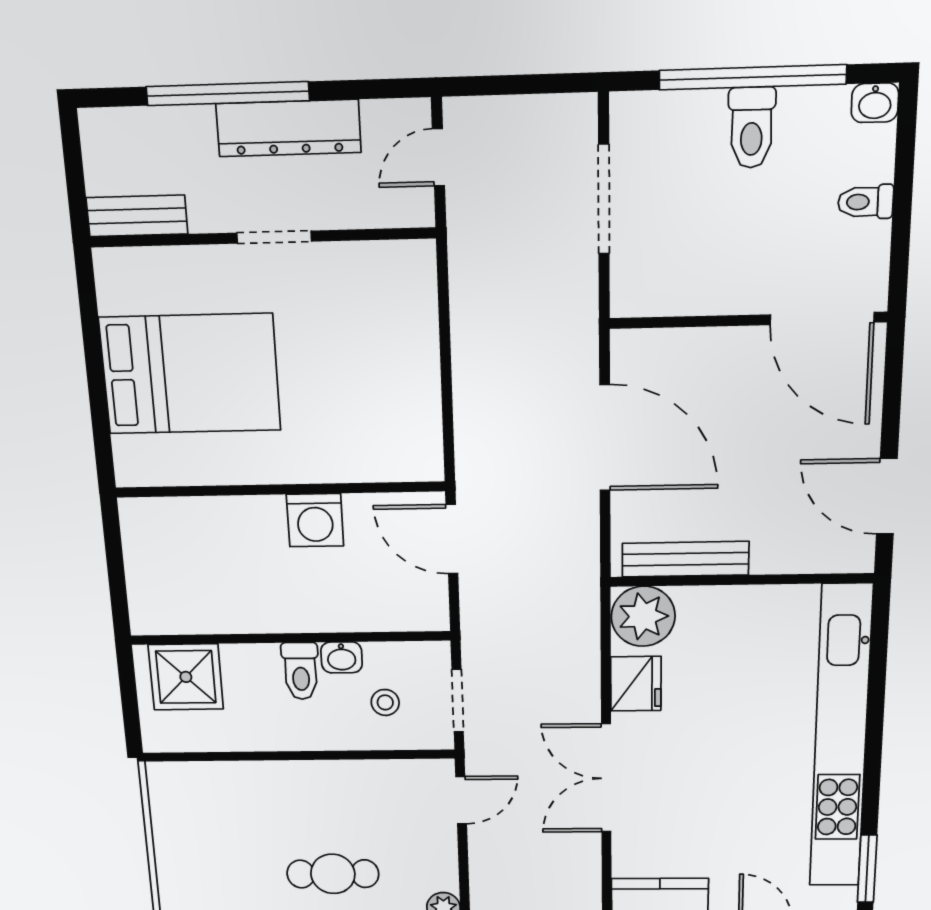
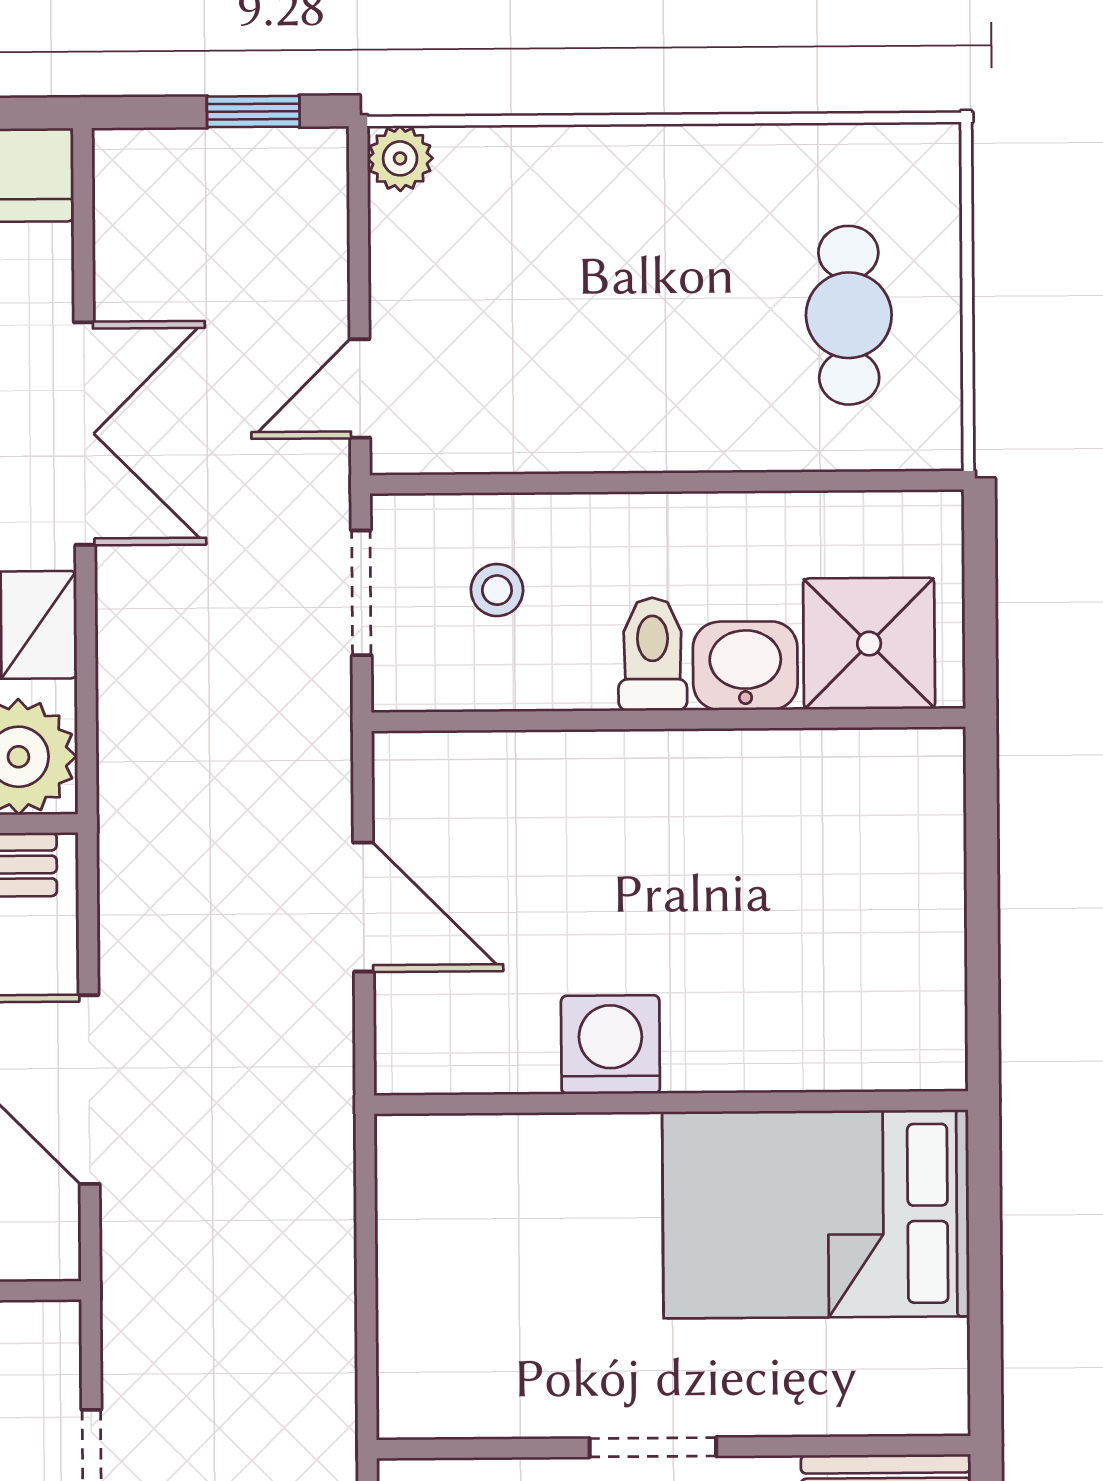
wall: (280, 489) -> (671, 1103), moved
washing machine: (315, 520) -> (610, 1045), moved
washbasin: (342, 657) -> (745, 666), moved, width x1.38, depth x1.45
cafe table: (333, 874) -> (849, 315), moved, turned 90

